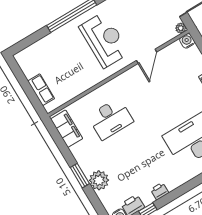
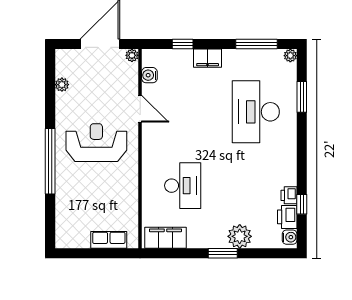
water cooler: (187, 41) -> (149, 75), moved
printer: (160, 191) -> (289, 195), moved

